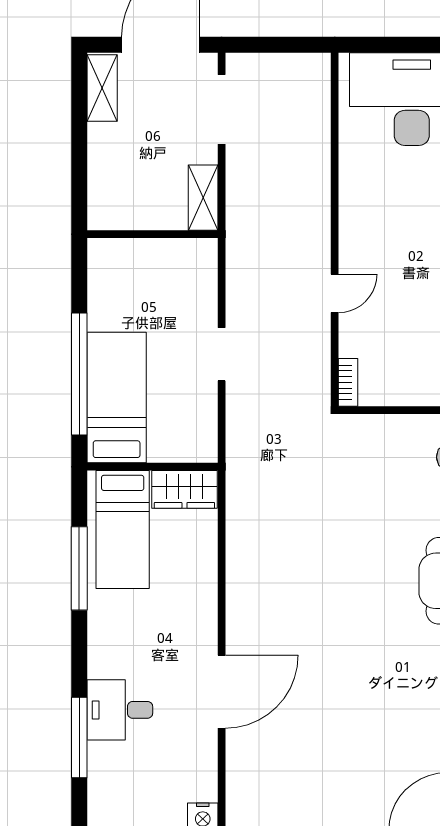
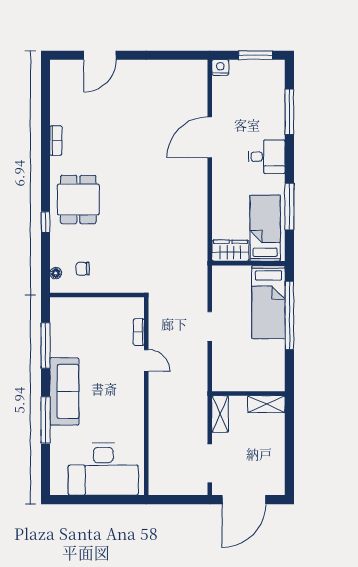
shelving: (102, 88) -> (266, 404), moved, turned 90
door: (335, 293) -> (146, 360), swing flipped
bookcase: (348, 382) -> (139, 332), moved
desk: (120, 710) -> (267, 157), moved

